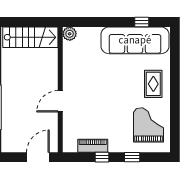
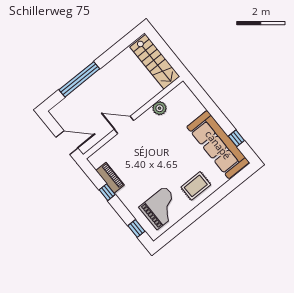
plant: (70, 34) -> (160, 108), moved
window: (132, 157) -> (136, 228), moved

